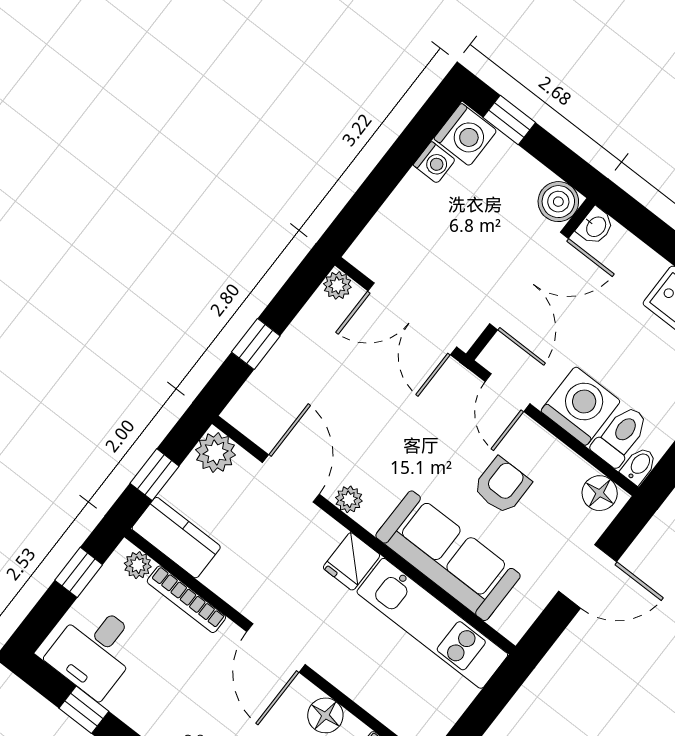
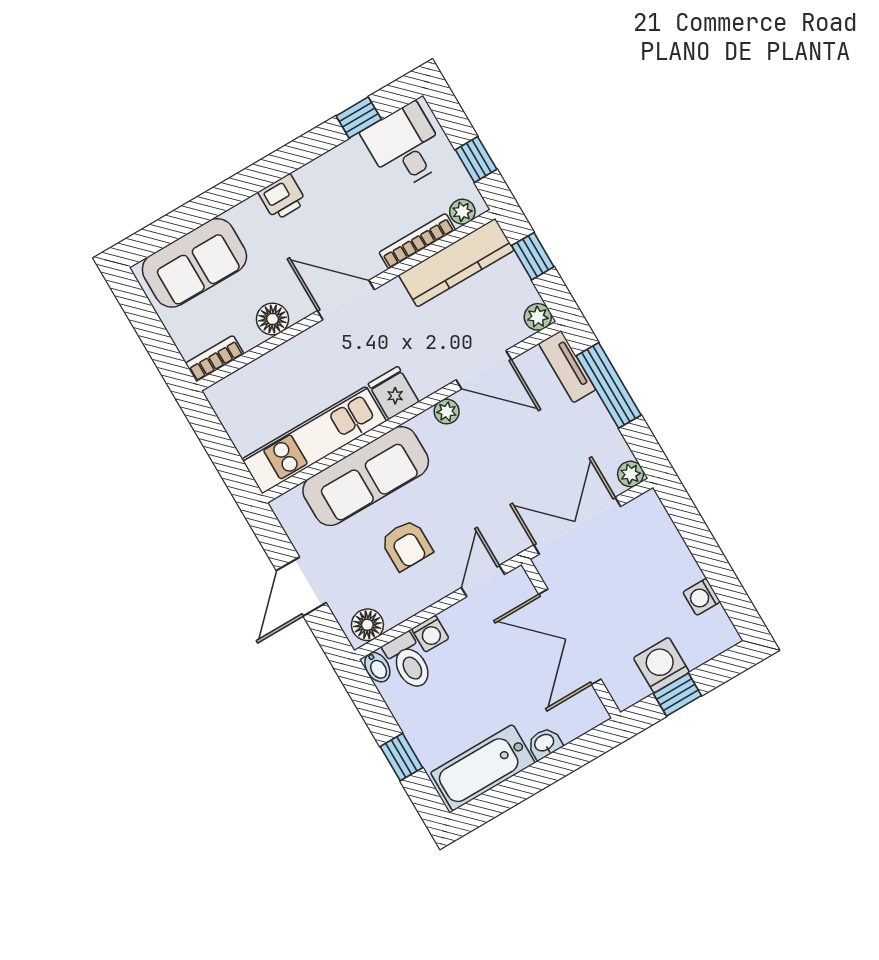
window: (509, 120) -> (677, 695), moved
washing machine: (465, 135) -> (661, 665), moved, turned 90
boiler: (558, 202) -> (627, 688), removed
washbasin: (596, 226) -> (545, 743), moved, turned 90
window: (256, 344) -> (609, 385), width x2.17
door: (507, 393) -> (483, 581), hinge flipped
tv unit: (253, 394) -> (567, 367), added
washing machine: (581, 406) -> (430, 634), width x0.53, depth x0.53
plant: (216, 452) -> (538, 317), width x0.73, depth x0.73
kitchen counter: (176, 538) -> (456, 263), width x1.50

